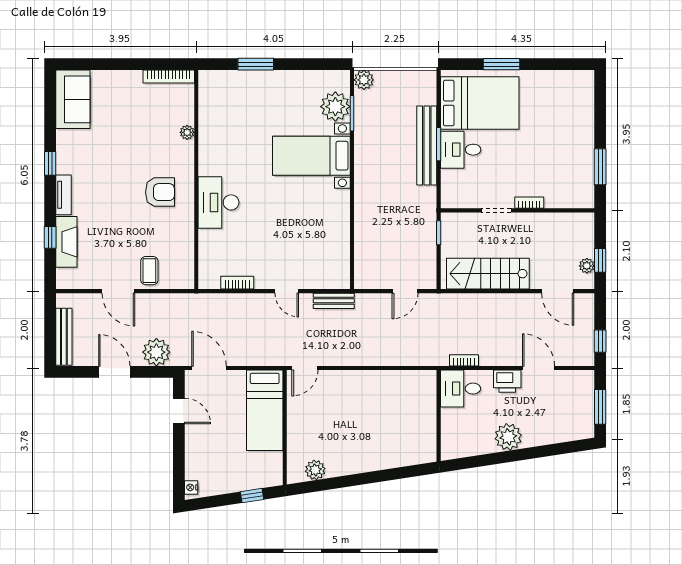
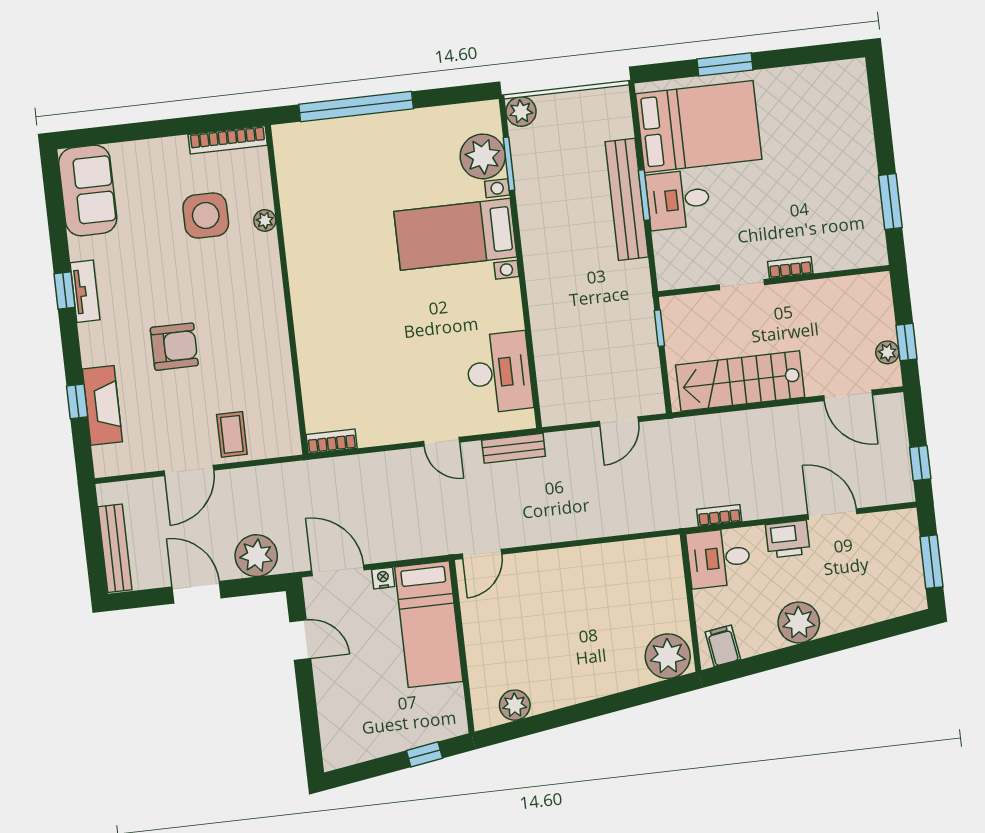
window: (256, 64) -> (356, 106), width x2.11
side table: (149, 125) -> (206, 216), added
armchair: (160, 192) -> (174, 347), moved
tv unit: (63, 195) -> (85, 291), moved
desk: (218, 202) -> (499, 372), moved, turned 180
bookcase: (237, 283) -> (332, 441), moved
door: (118, 291) -> (189, 470), hinge flipped
filing cabinet: (457, 446) -> (723, 646), added
plant: (420, 449) -> (668, 656), added
nightstand: (191, 487) -> (383, 578), moved, turned 90

